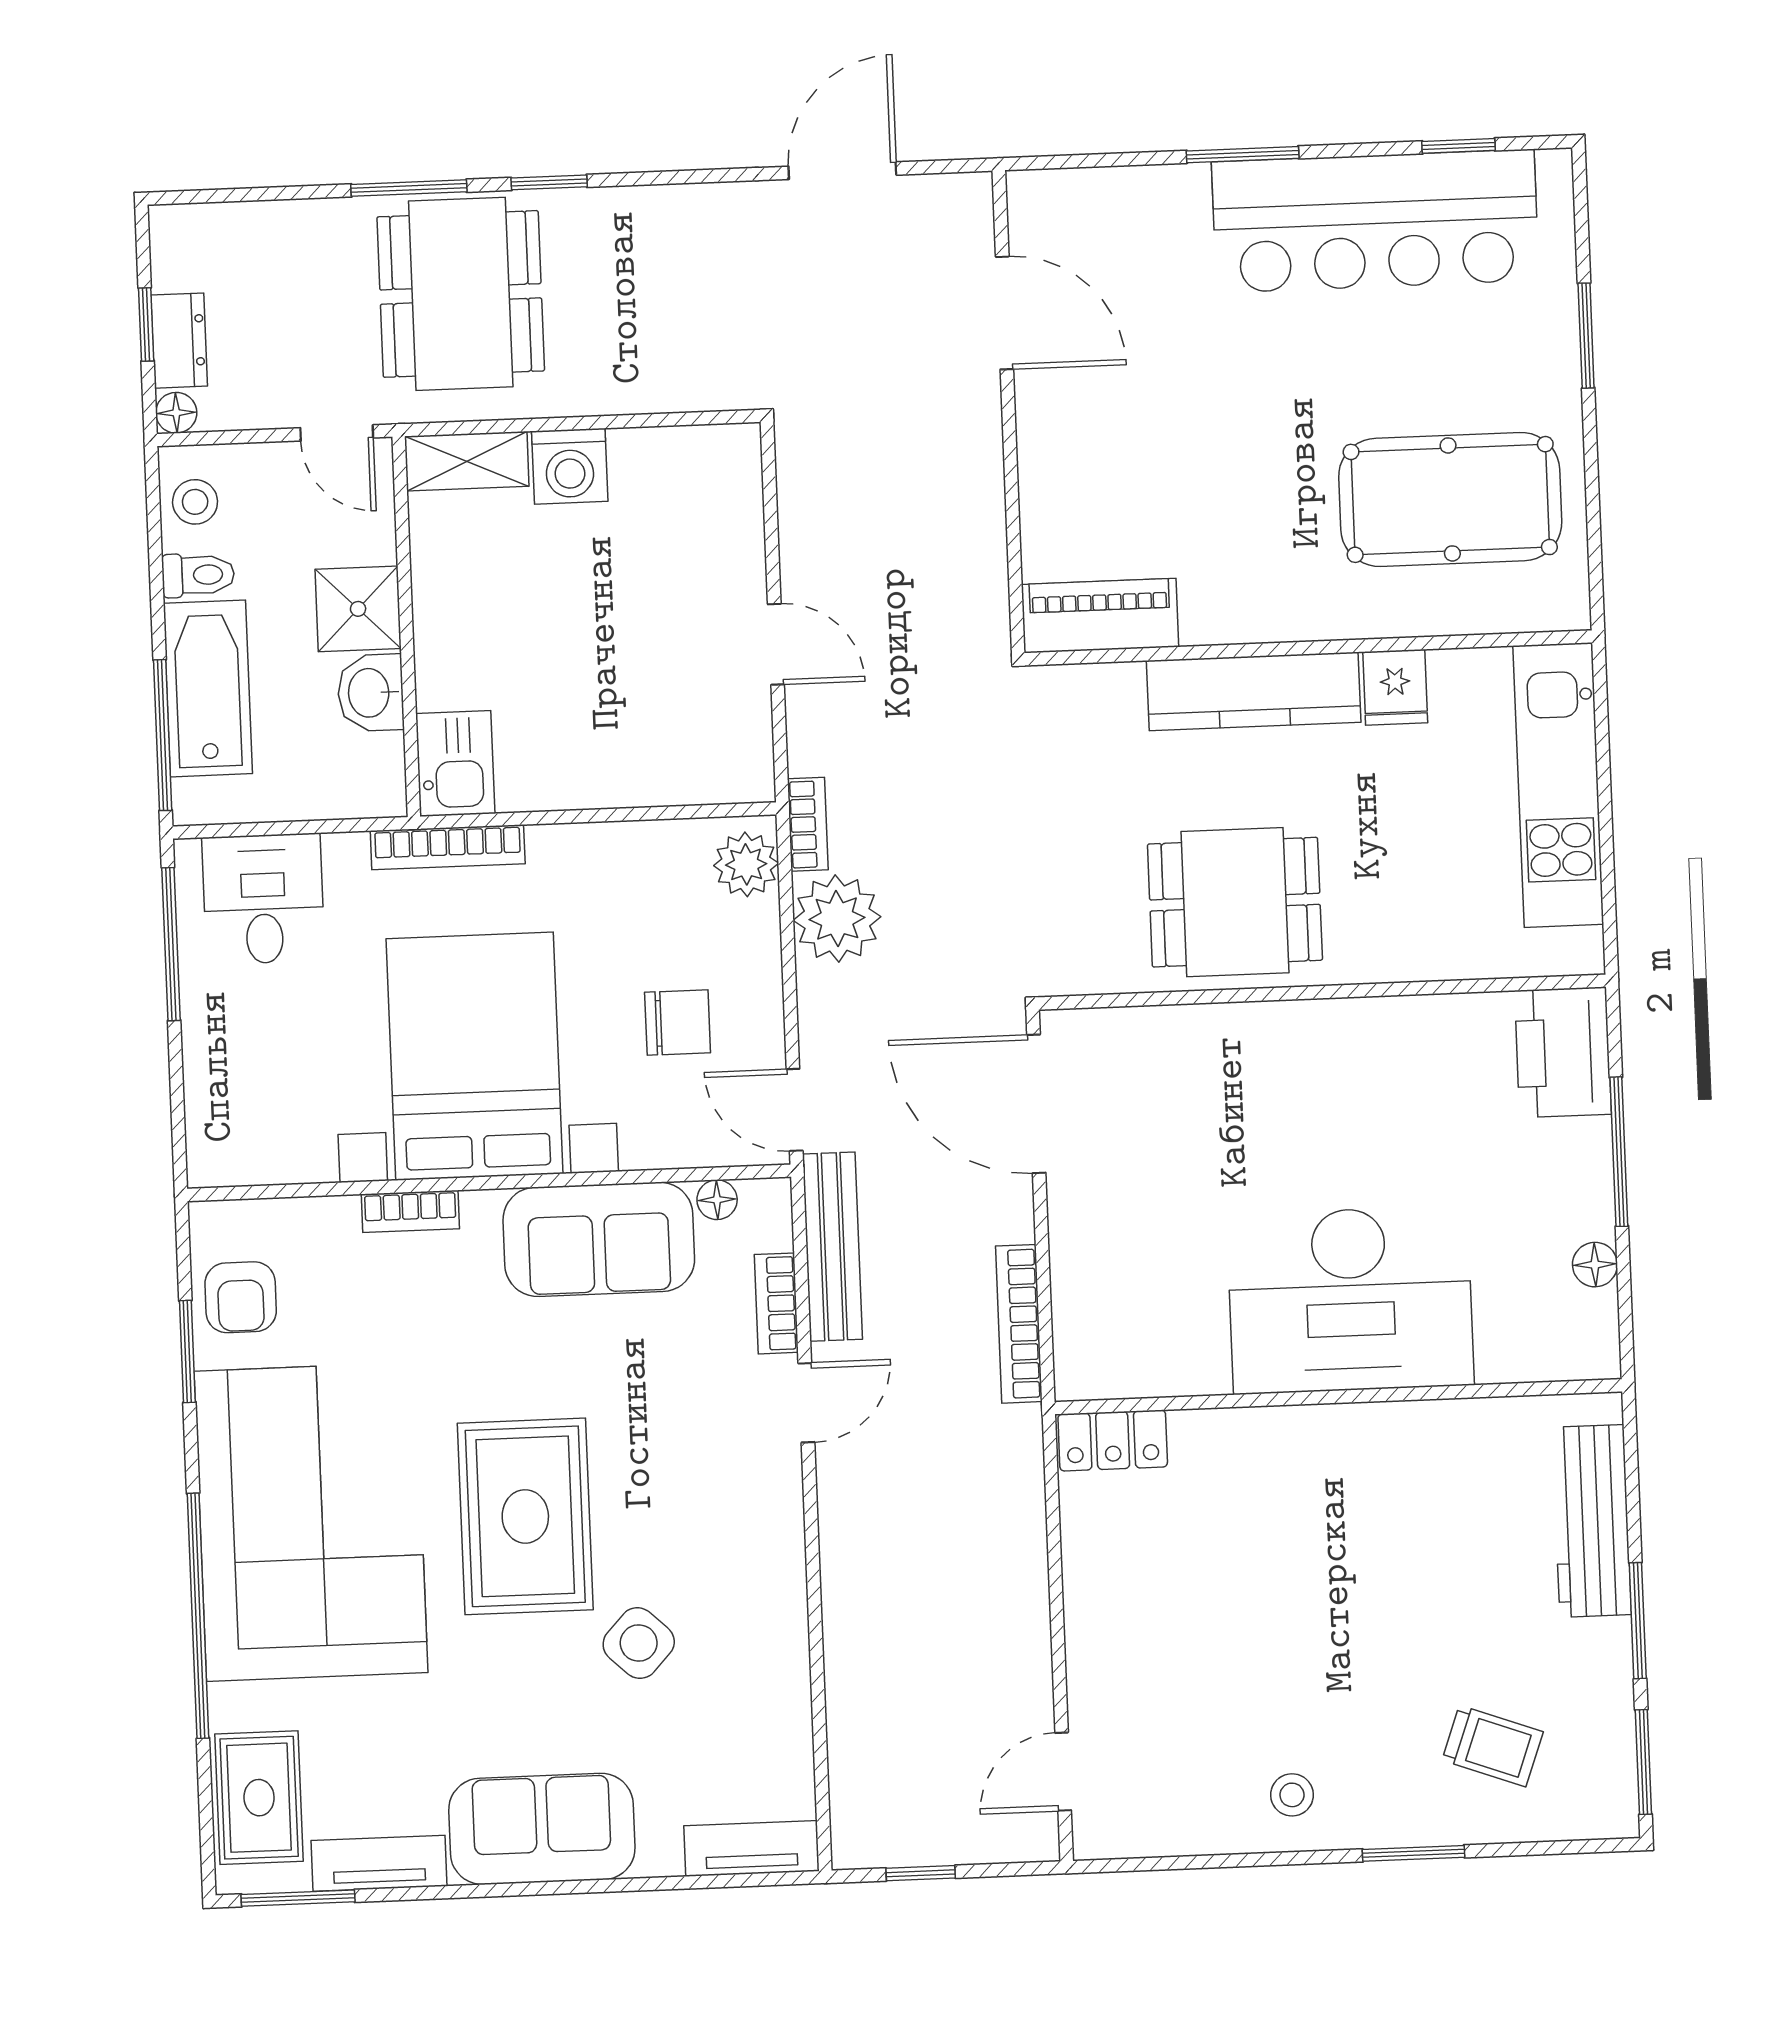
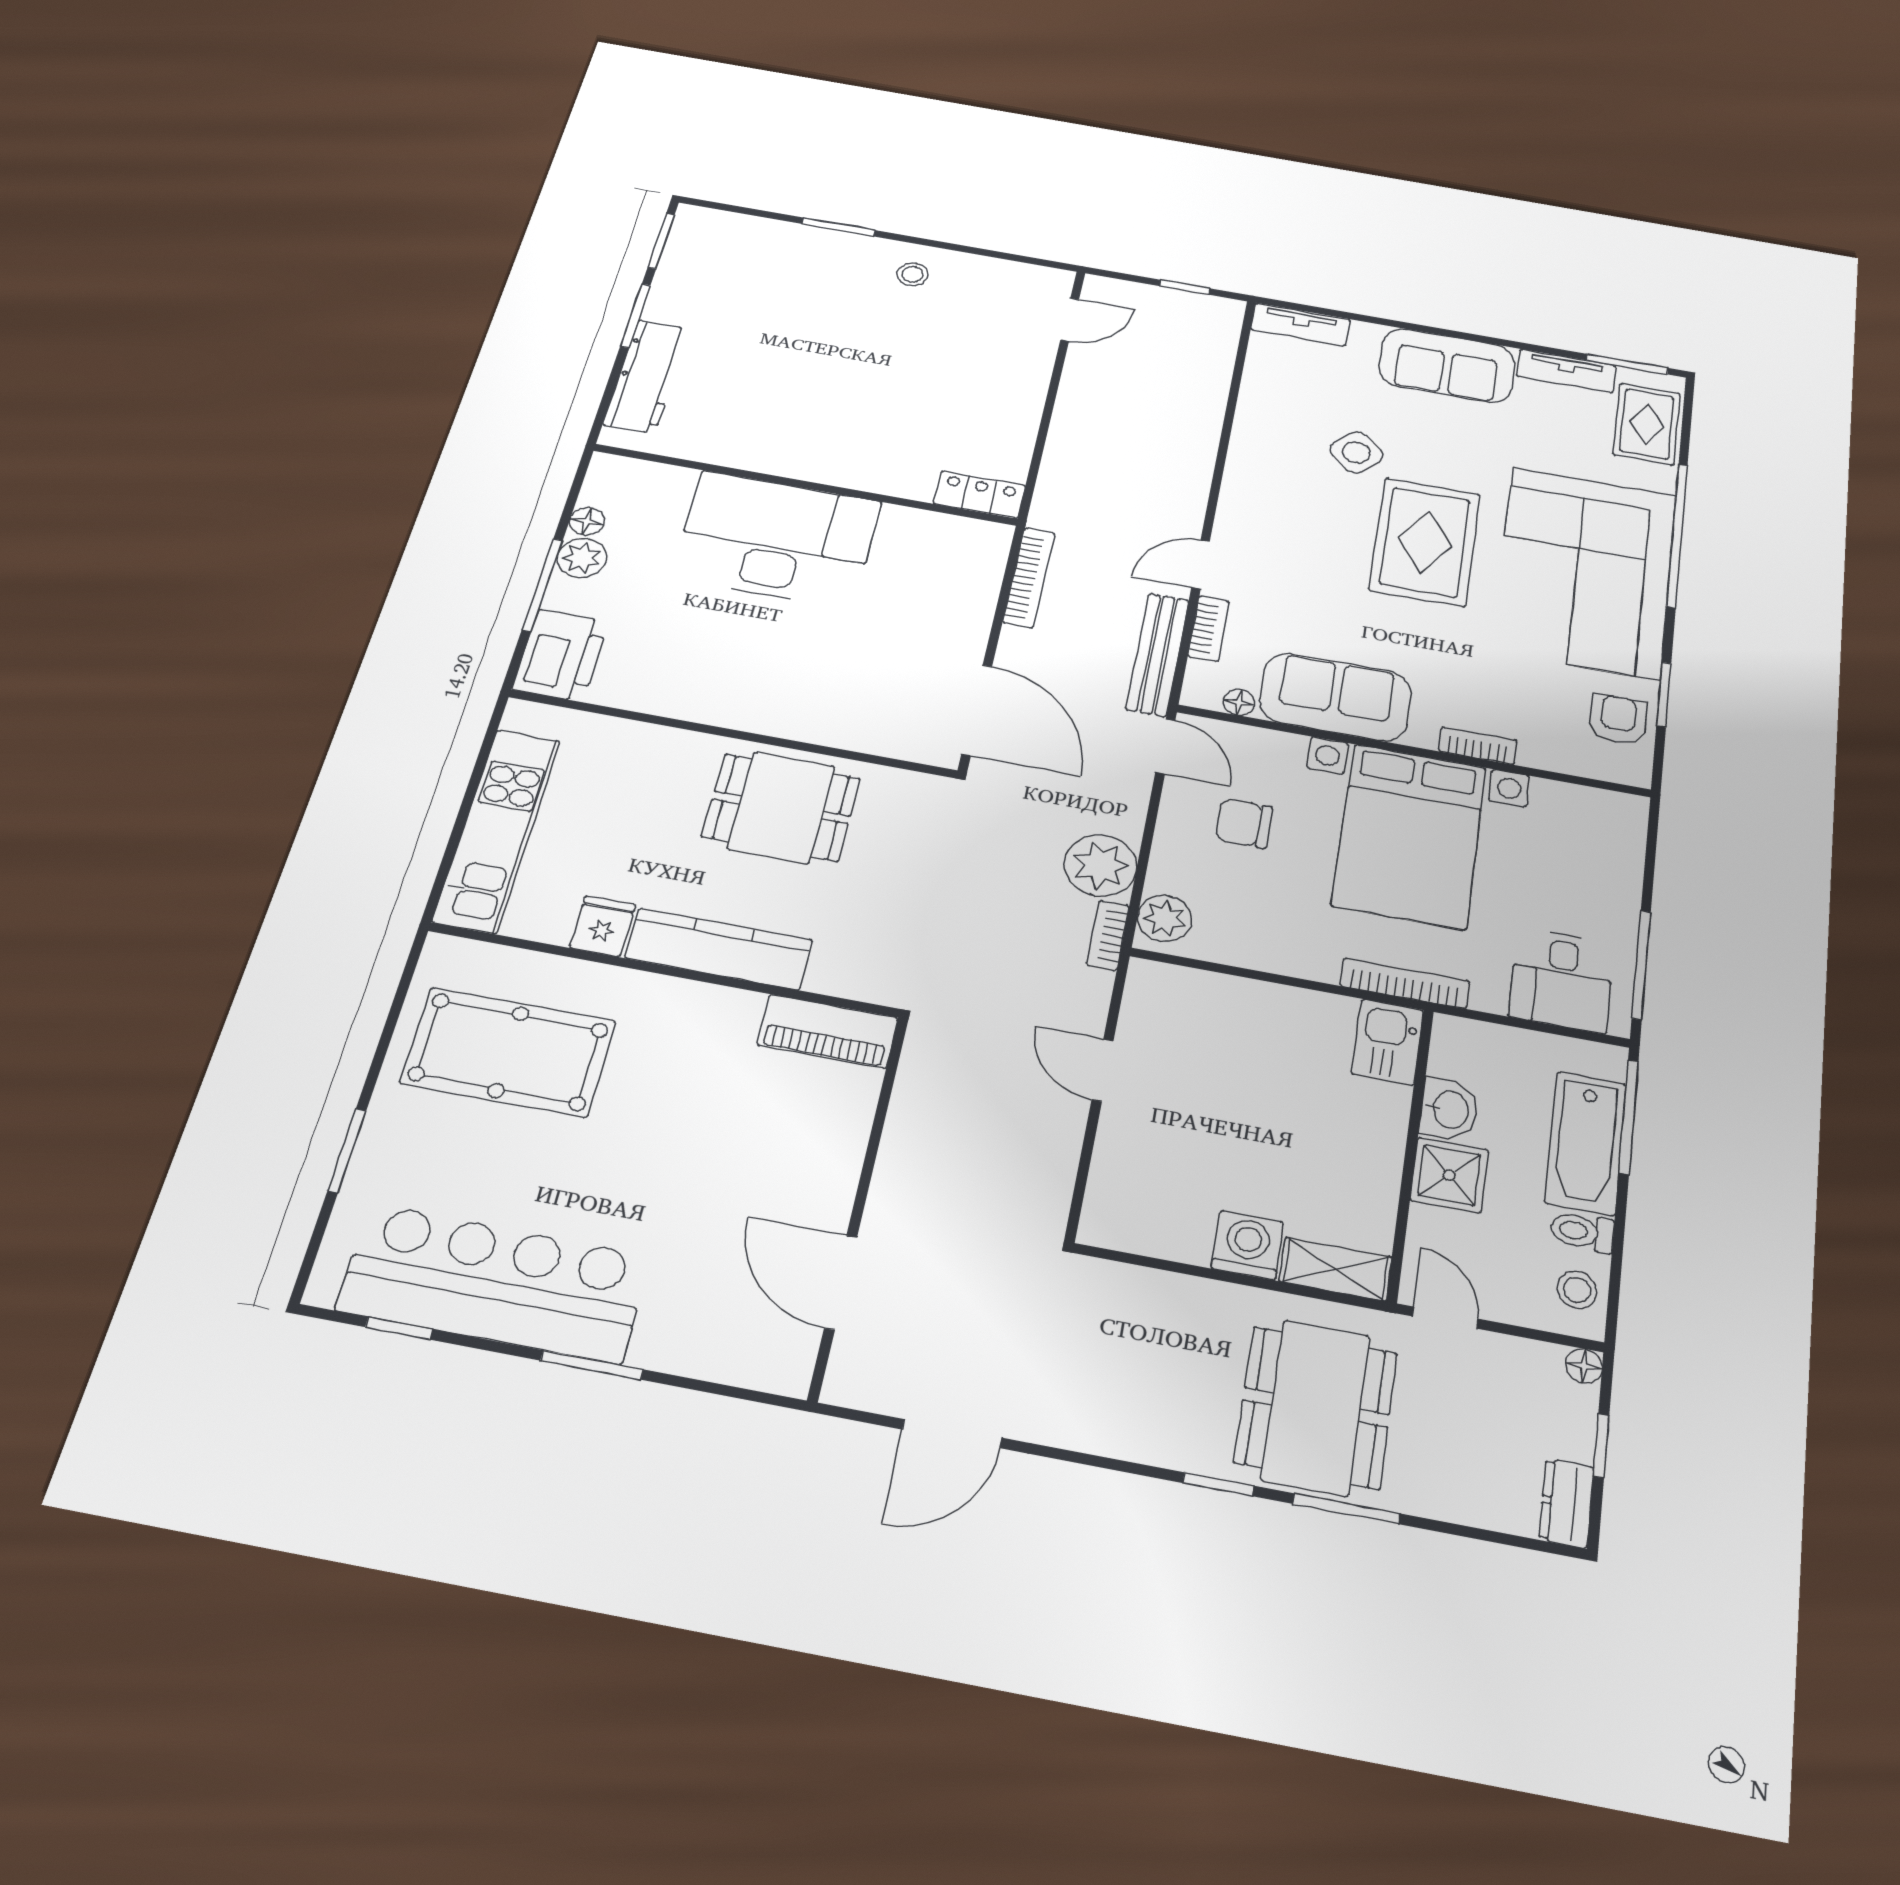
dresser: (179, 341) -> (1566, 1503), moved
plant: (1583, 1206) -> (582, 558), added
trolley: (1493, 1746) -> (763, 271), removed

